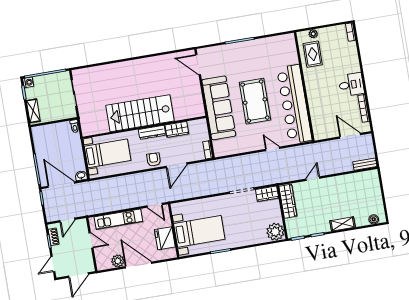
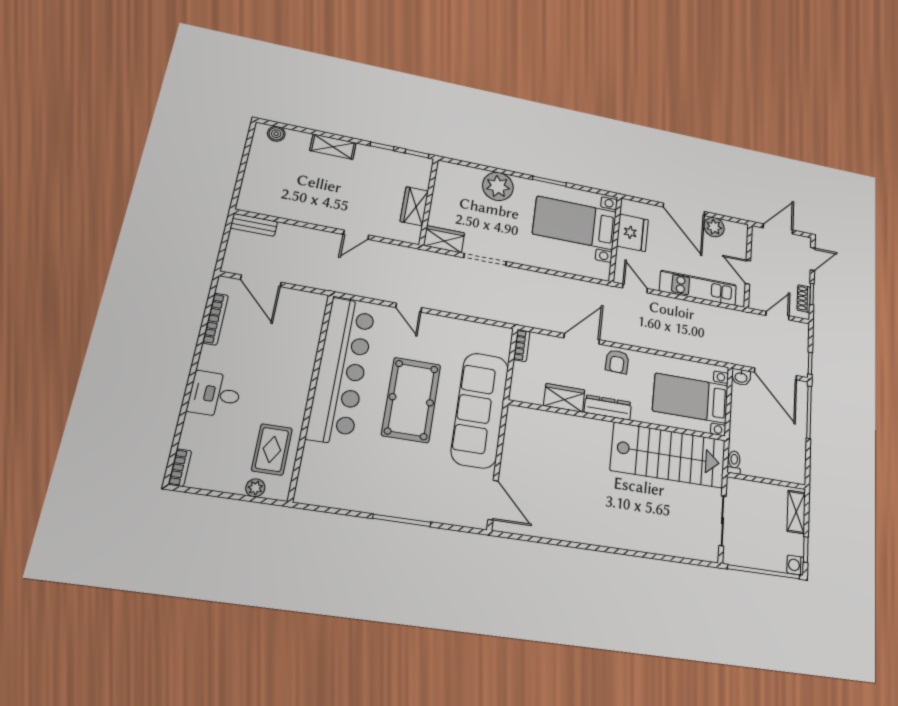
desk: (351, 85) -> (215, 394), moved
stairs: (140, 113) -> (668, 455), moved
wardrobe: (288, 201) -> (414, 206), width x0.67
plant: (275, 232) -> (498, 186), moved

